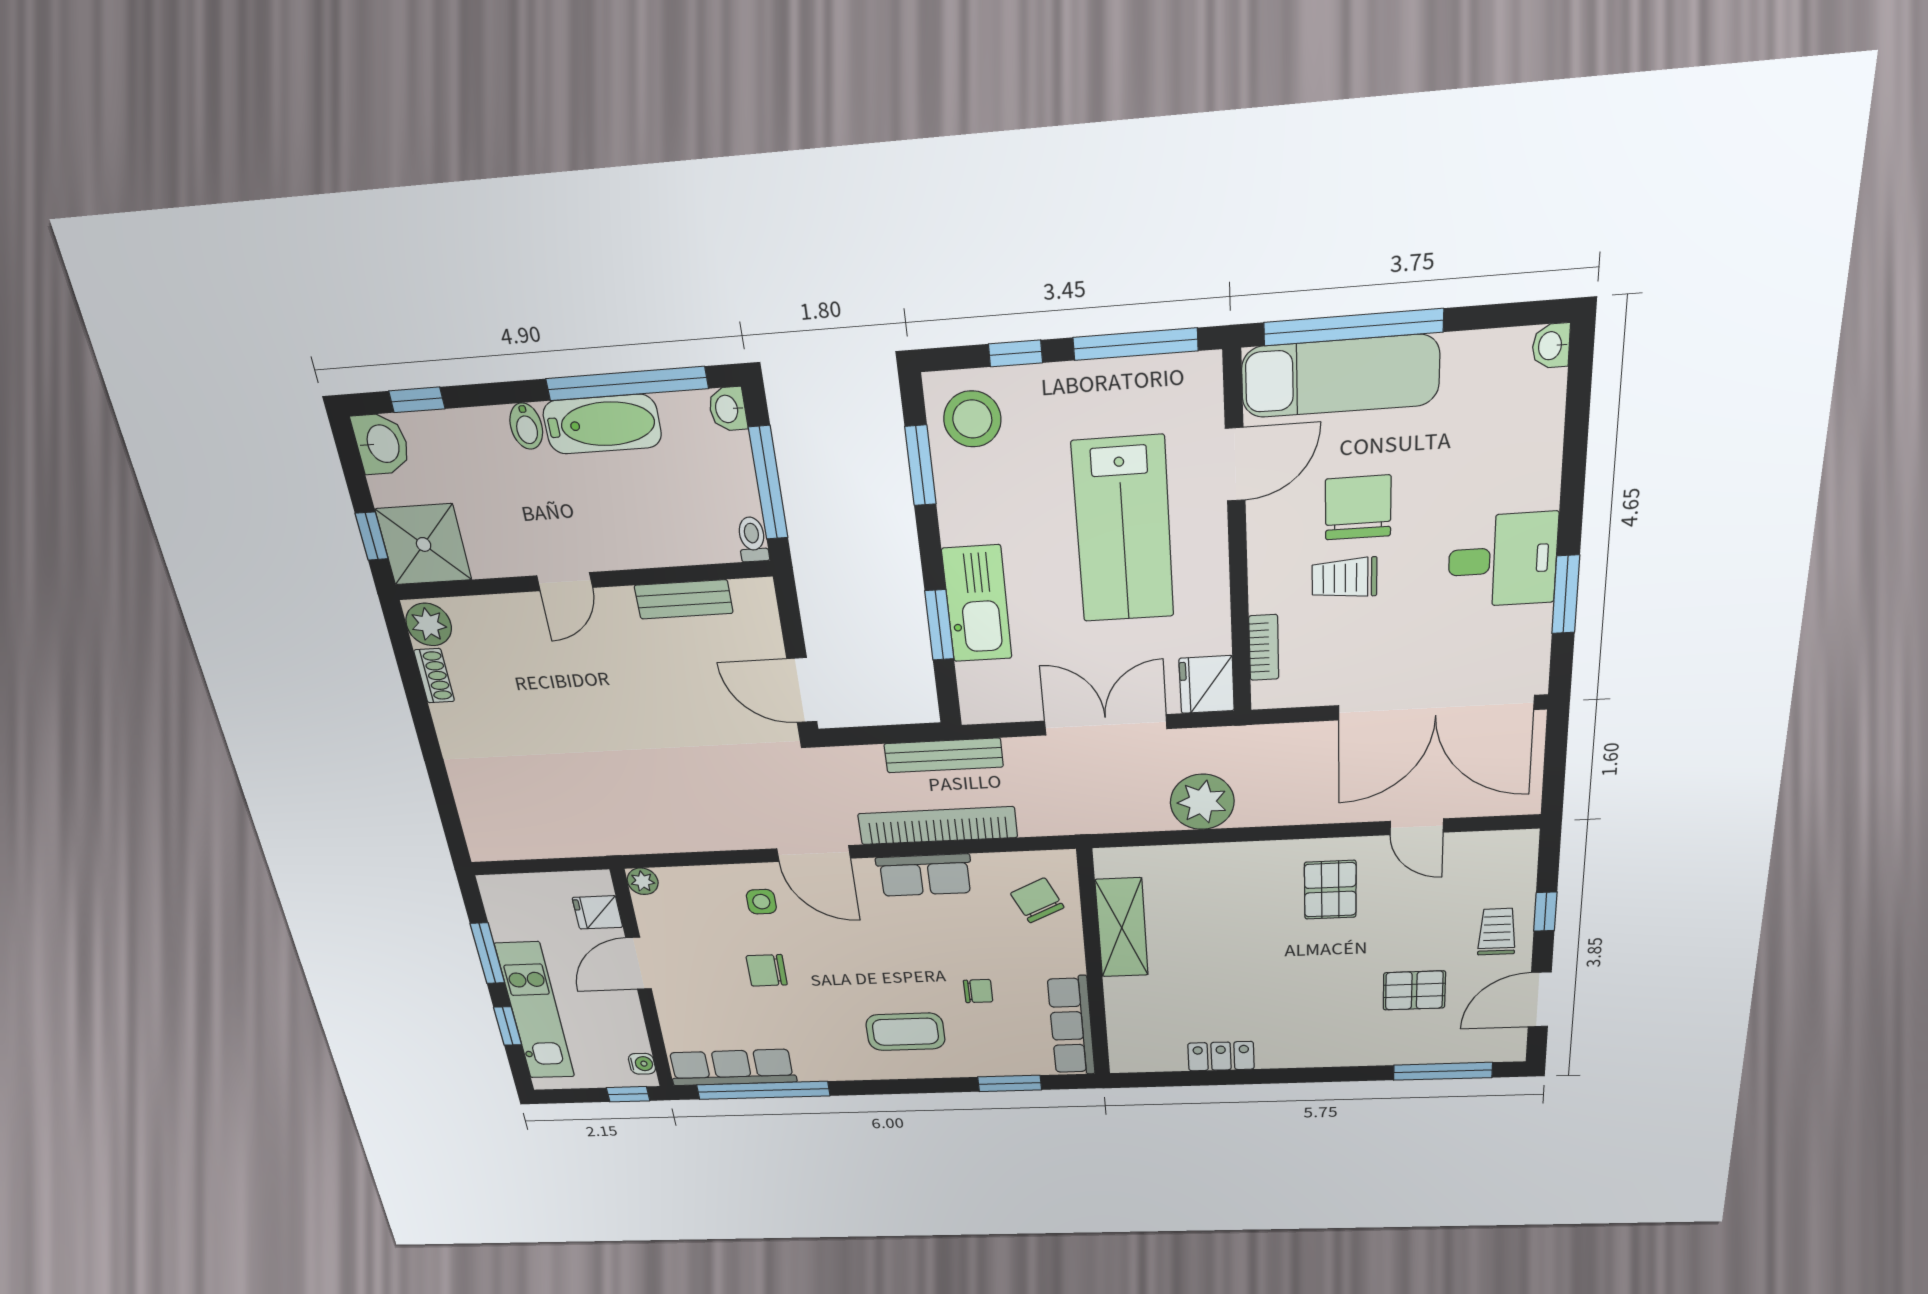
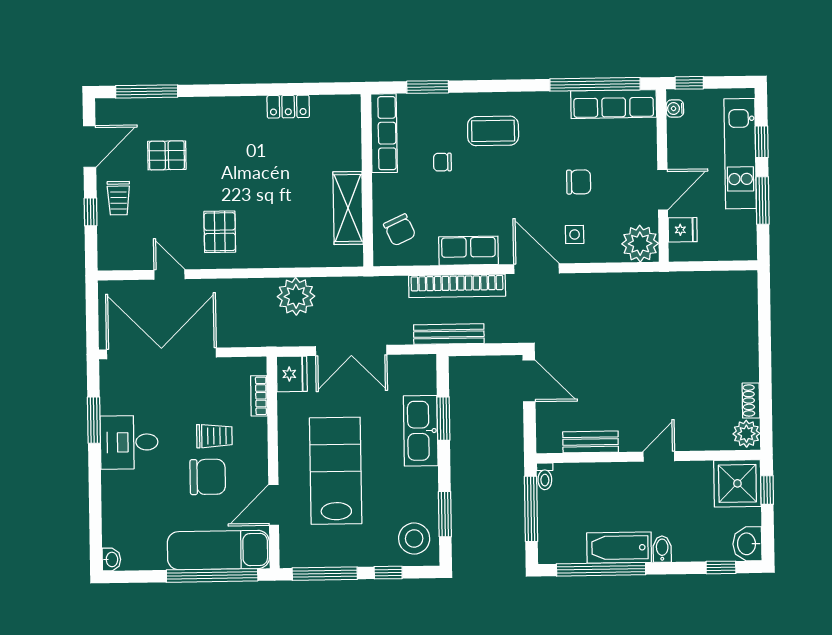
washbasin: (728, 409) -> (548, 552), removed
chair: (1358, 508) -> (208, 477), turned -90
plant: (643, 881) -> (640, 244), width x1.88, depth x1.88

